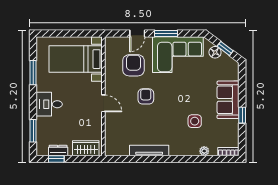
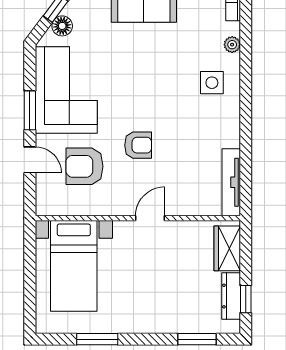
armchair: (146, 96) -> (138, 145), turned 180
desk: (49, 104) -> (151, 311), removed
side table: (195, 121) -> (212, 83), moved
dresser: (58, 150) -> (231, 296), width x1.44
tv unit: (149, 151) -> (231, 182), moved

